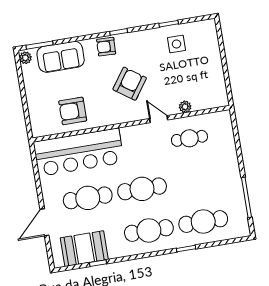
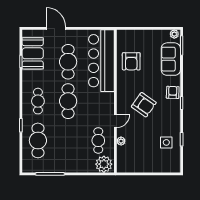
armchair: (73, 111) -> (131, 61), turned 180
plant: (221, 125) -> (104, 164), added
cafe table: (149, 230) -> (38, 101), width x0.73, depth x0.74

